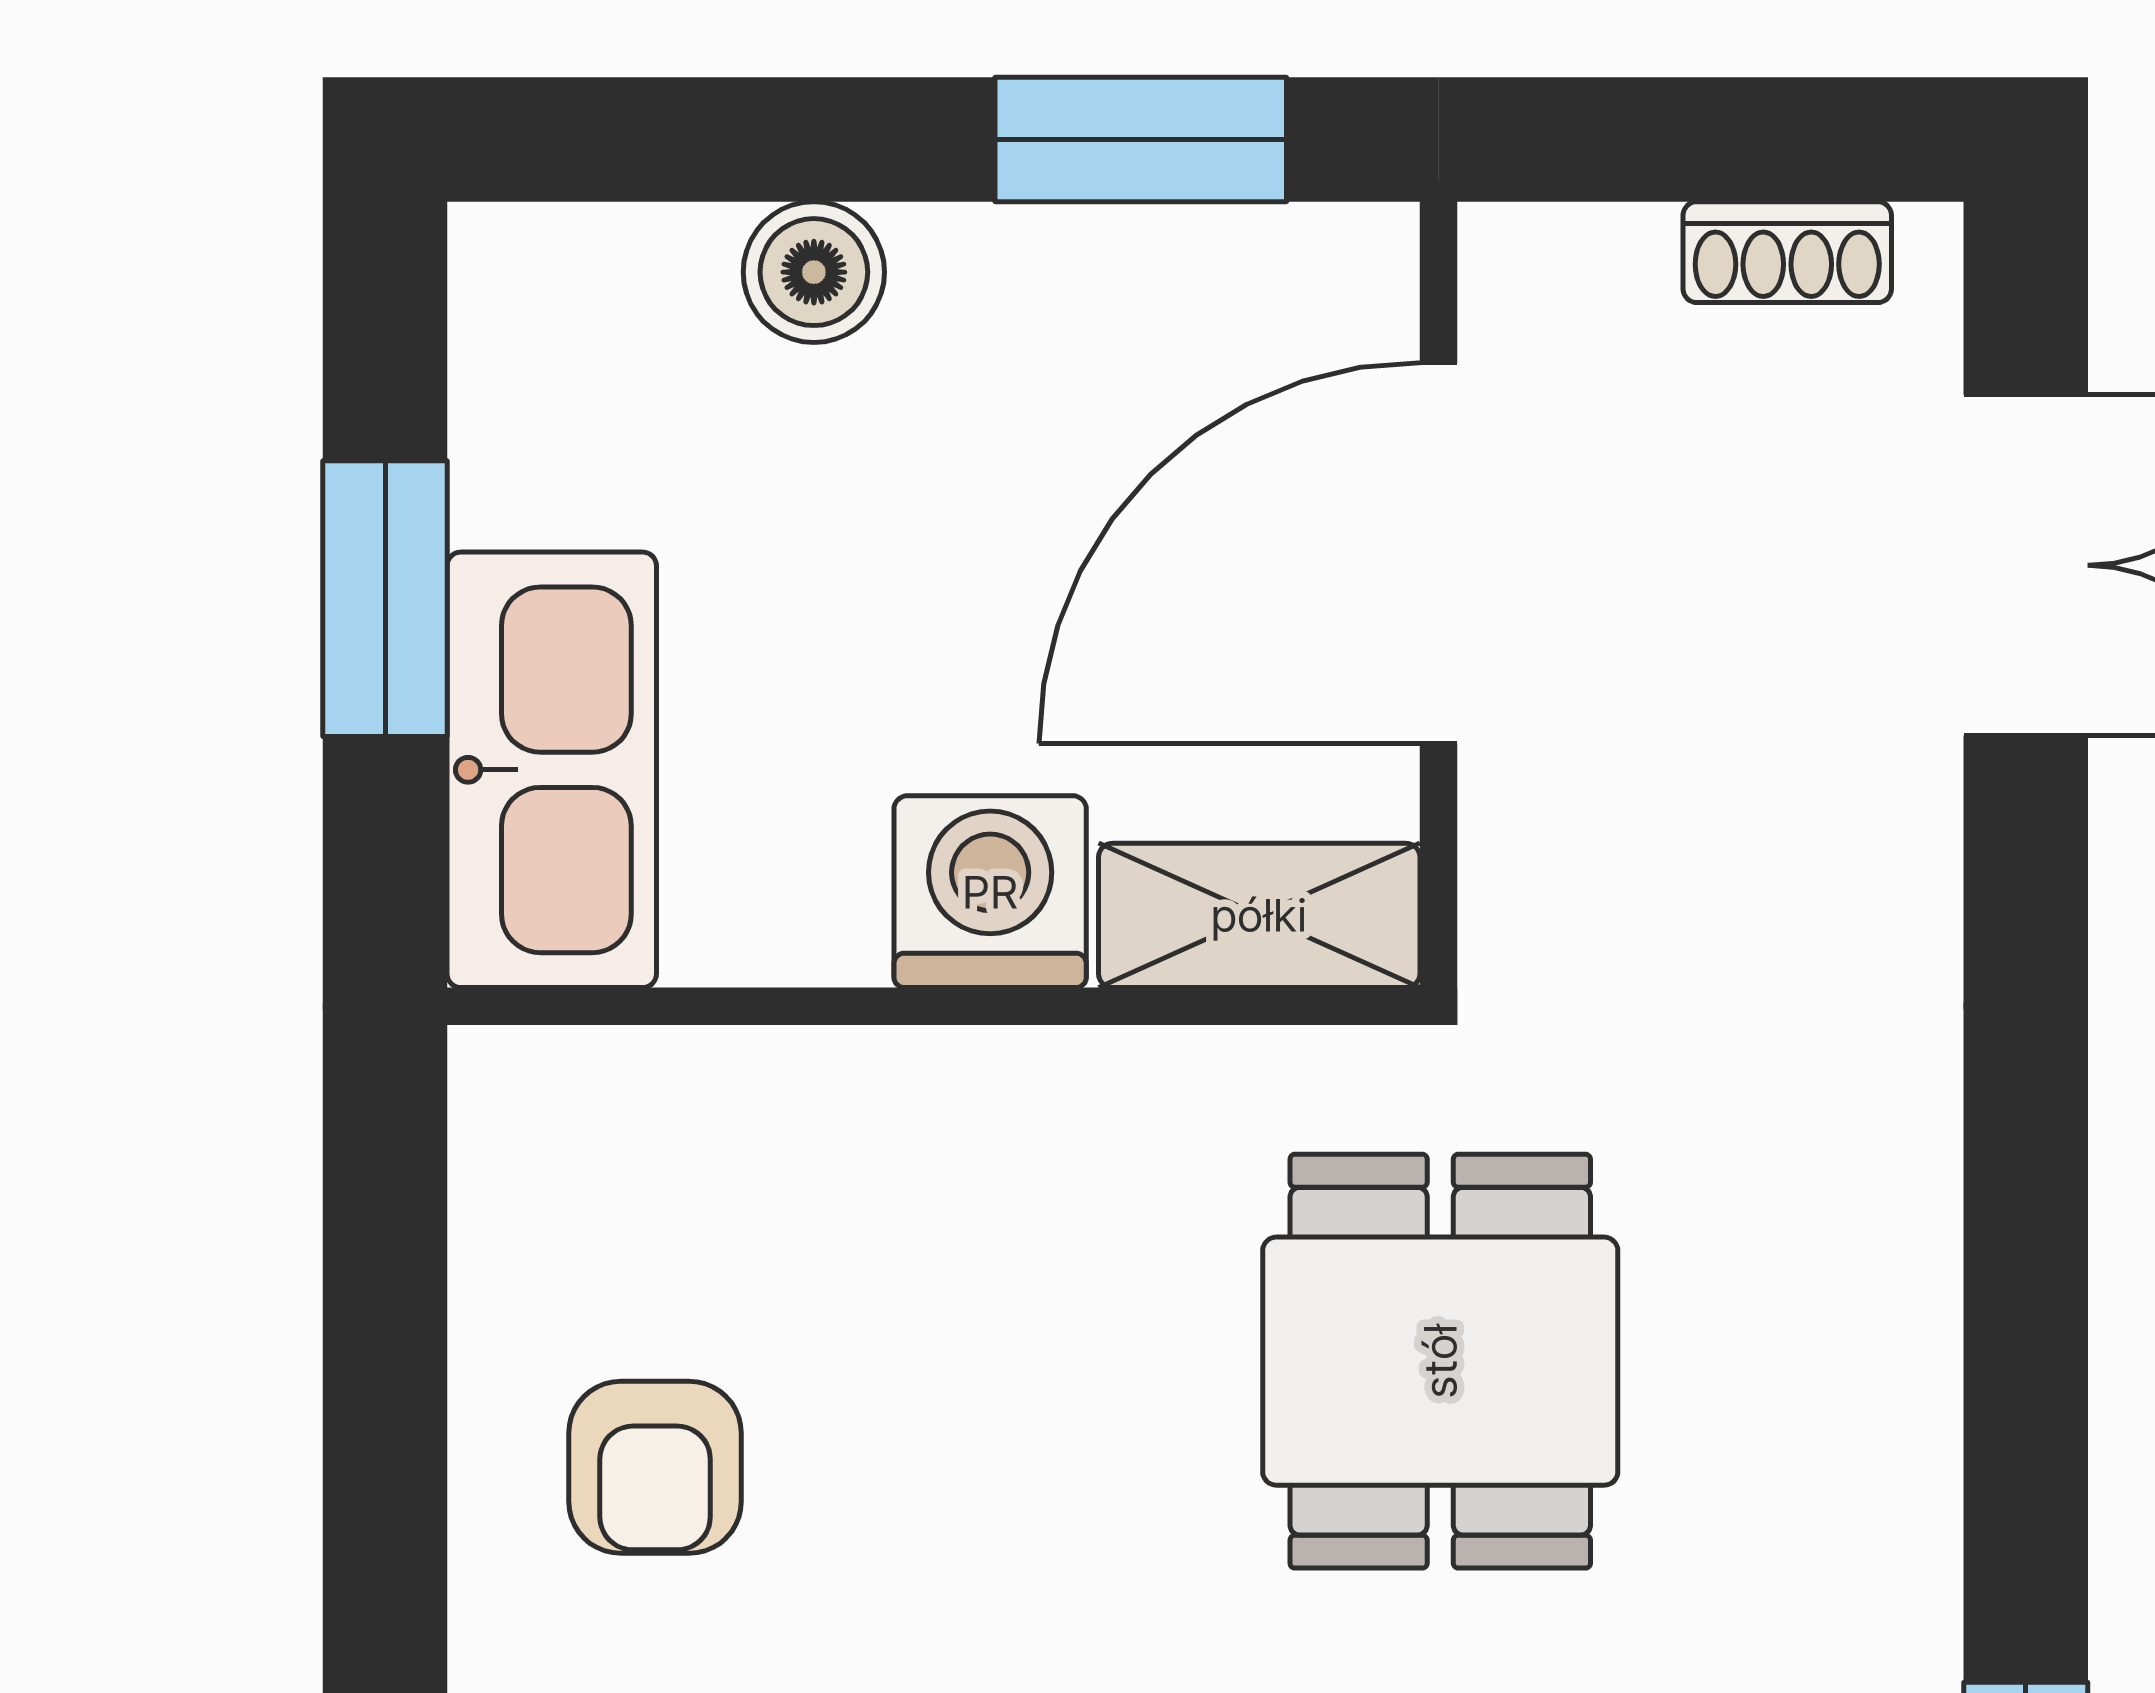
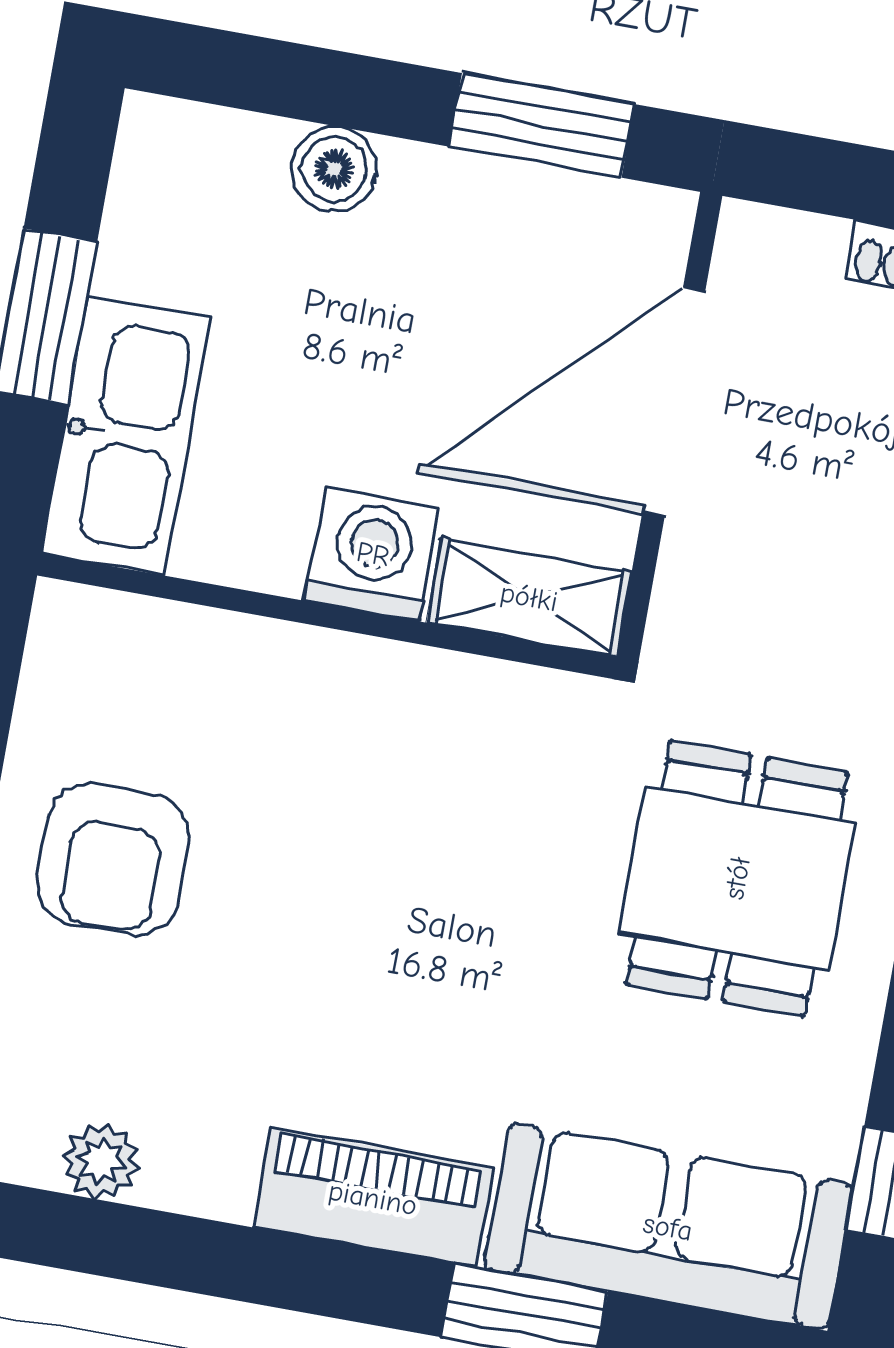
dining table: (1440, 1361) -> (737, 878), moved
armchair: (655, 1467) -> (113, 859), width x1.38, depth x1.38

